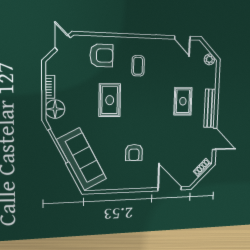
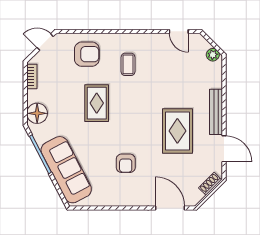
door: (63, 43) -> (45, 42), hinge flipped
bookcase: (50, 87) -> (32, 77), moved
rug: (183, 101) -> (177, 131), moved, width x1.36, depth x1.43

